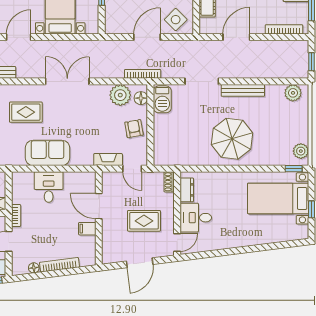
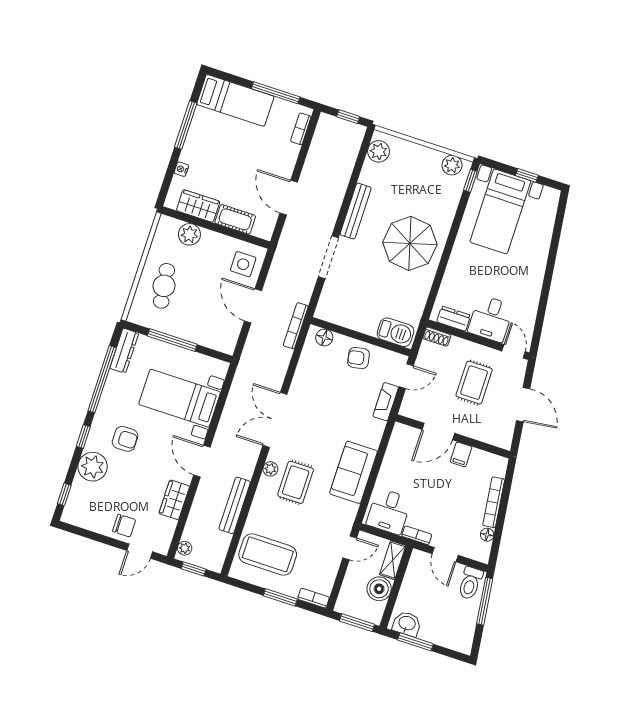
side table: (176, 20) -> (243, 264), turned 45
bookcase: (284, 29) -> (301, 129), width x0.64
plant: (120, 95) -> (270, 469), moved, width x0.53, depth x0.53
barbecue: (162, 99) -> (396, 332), moved
desk: (49, 187) -> (389, 511), moved, turned -90

